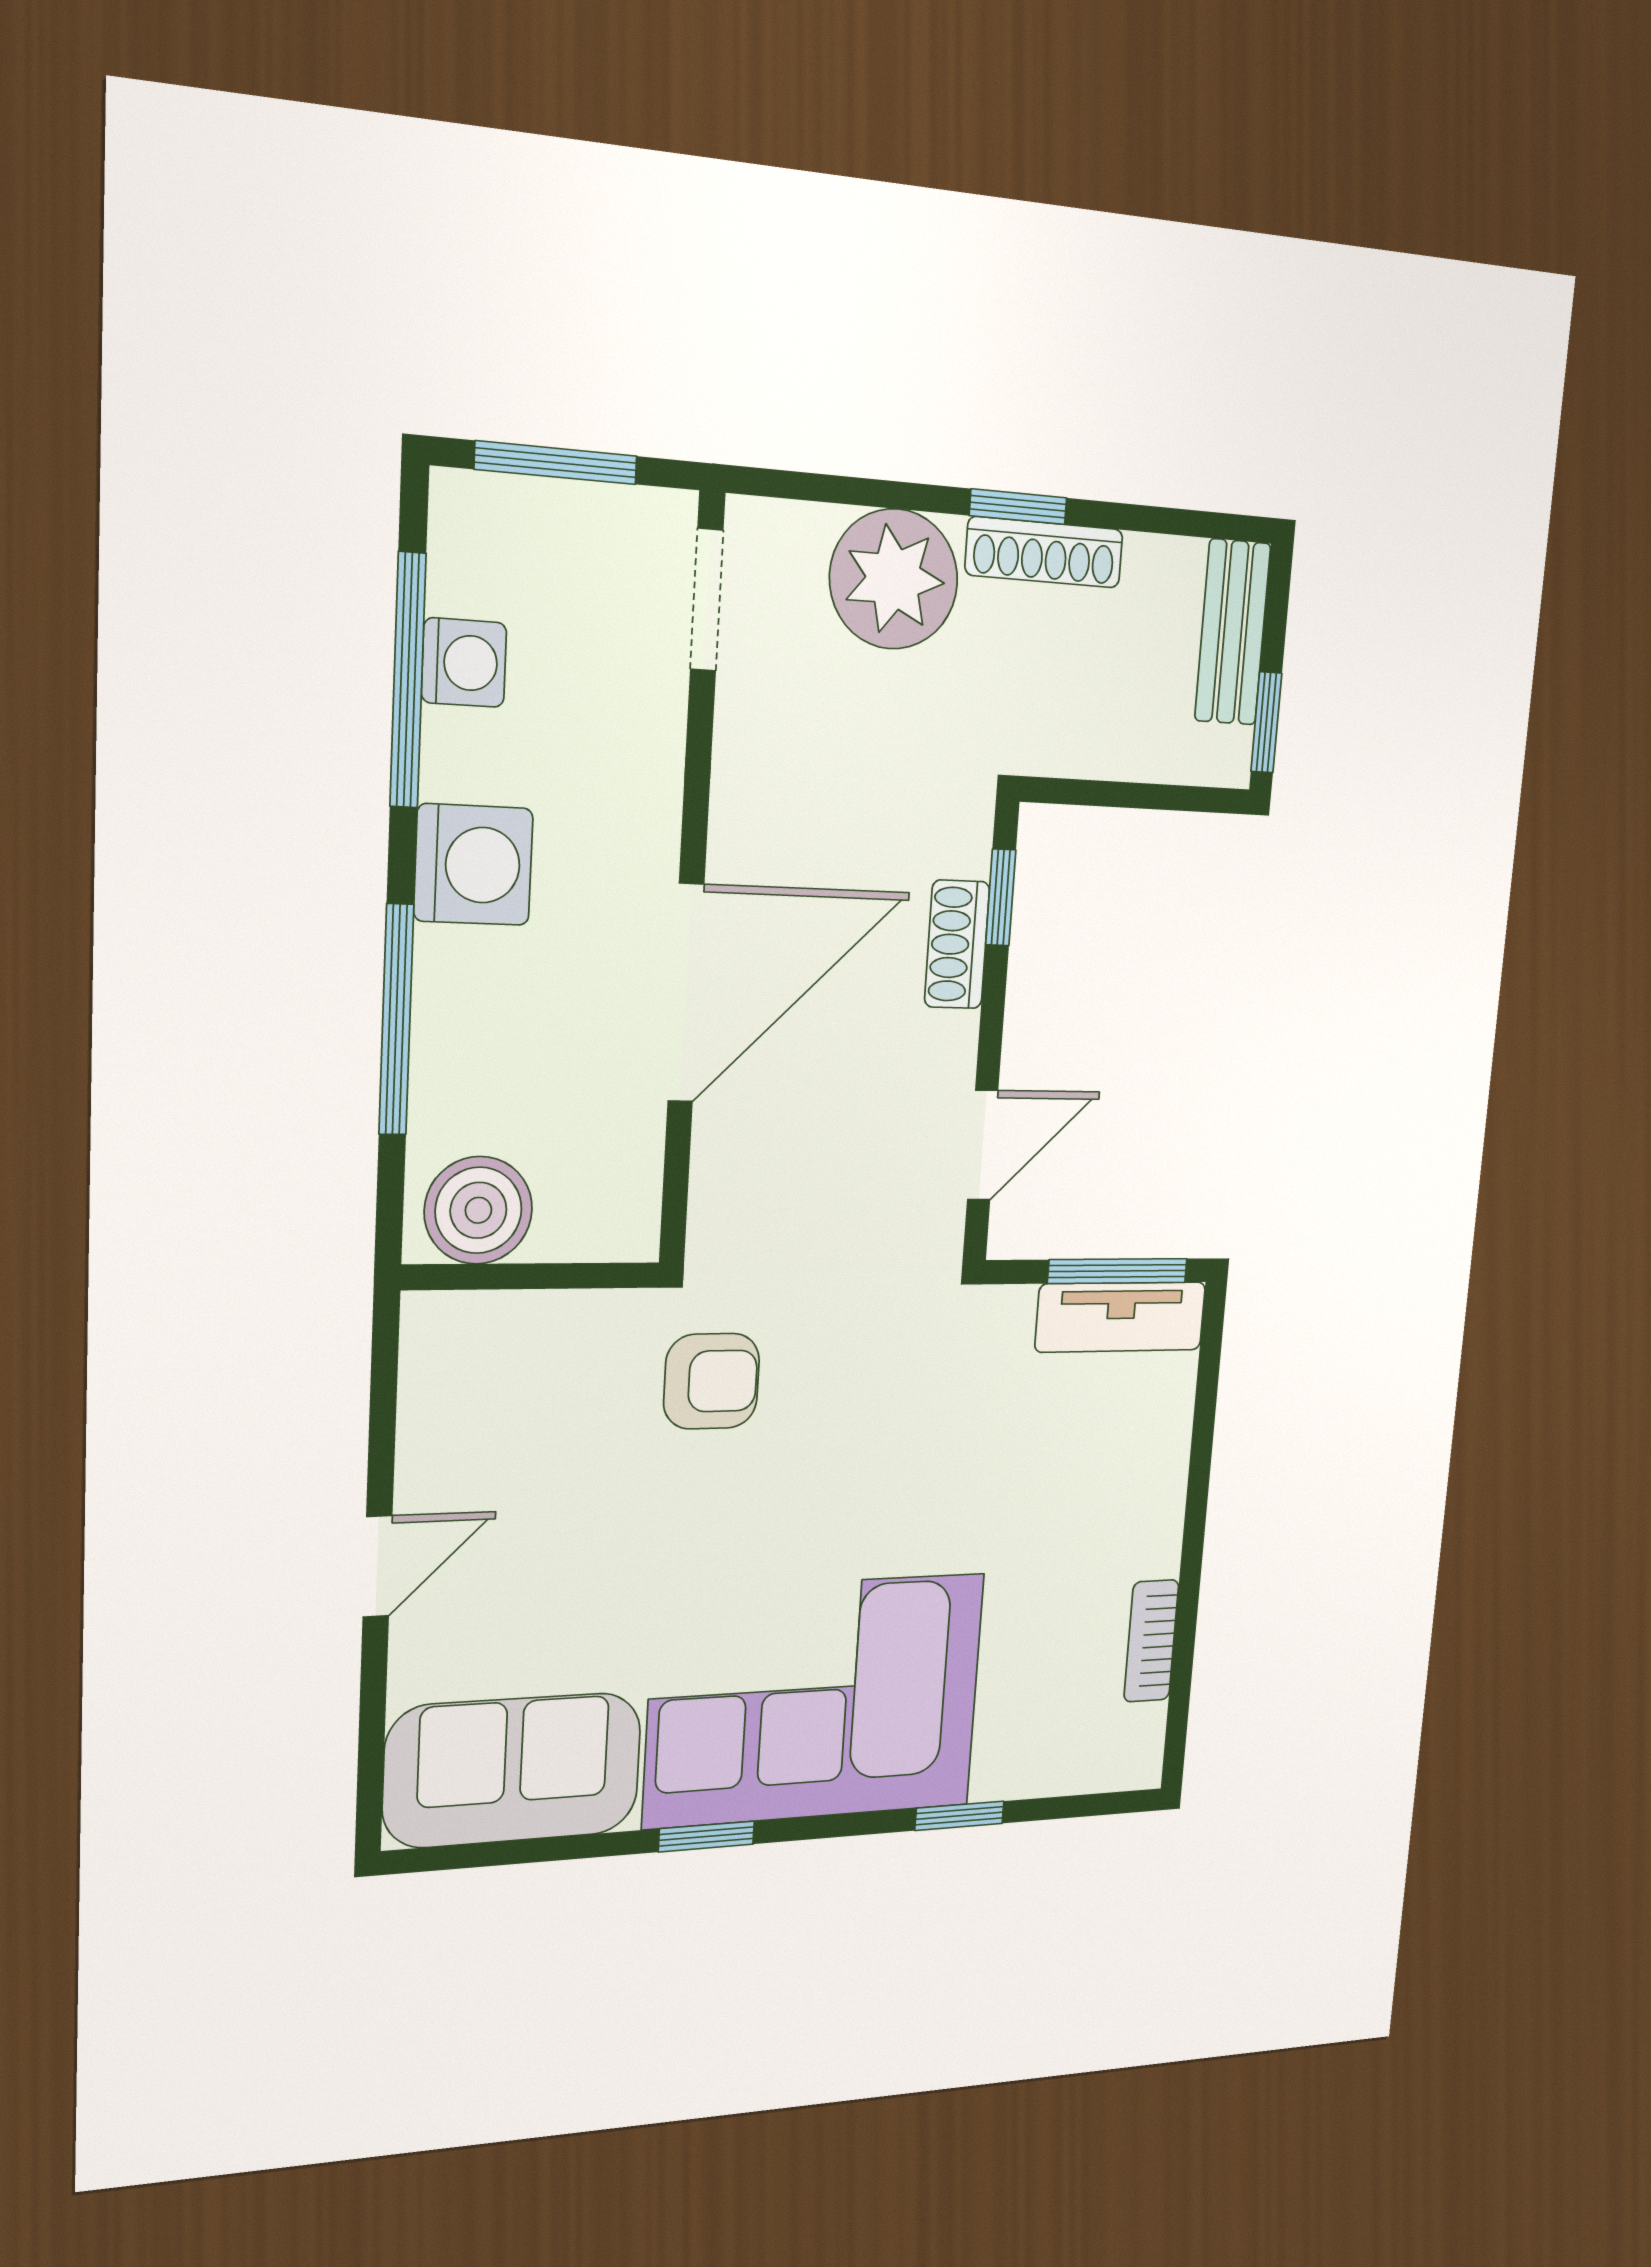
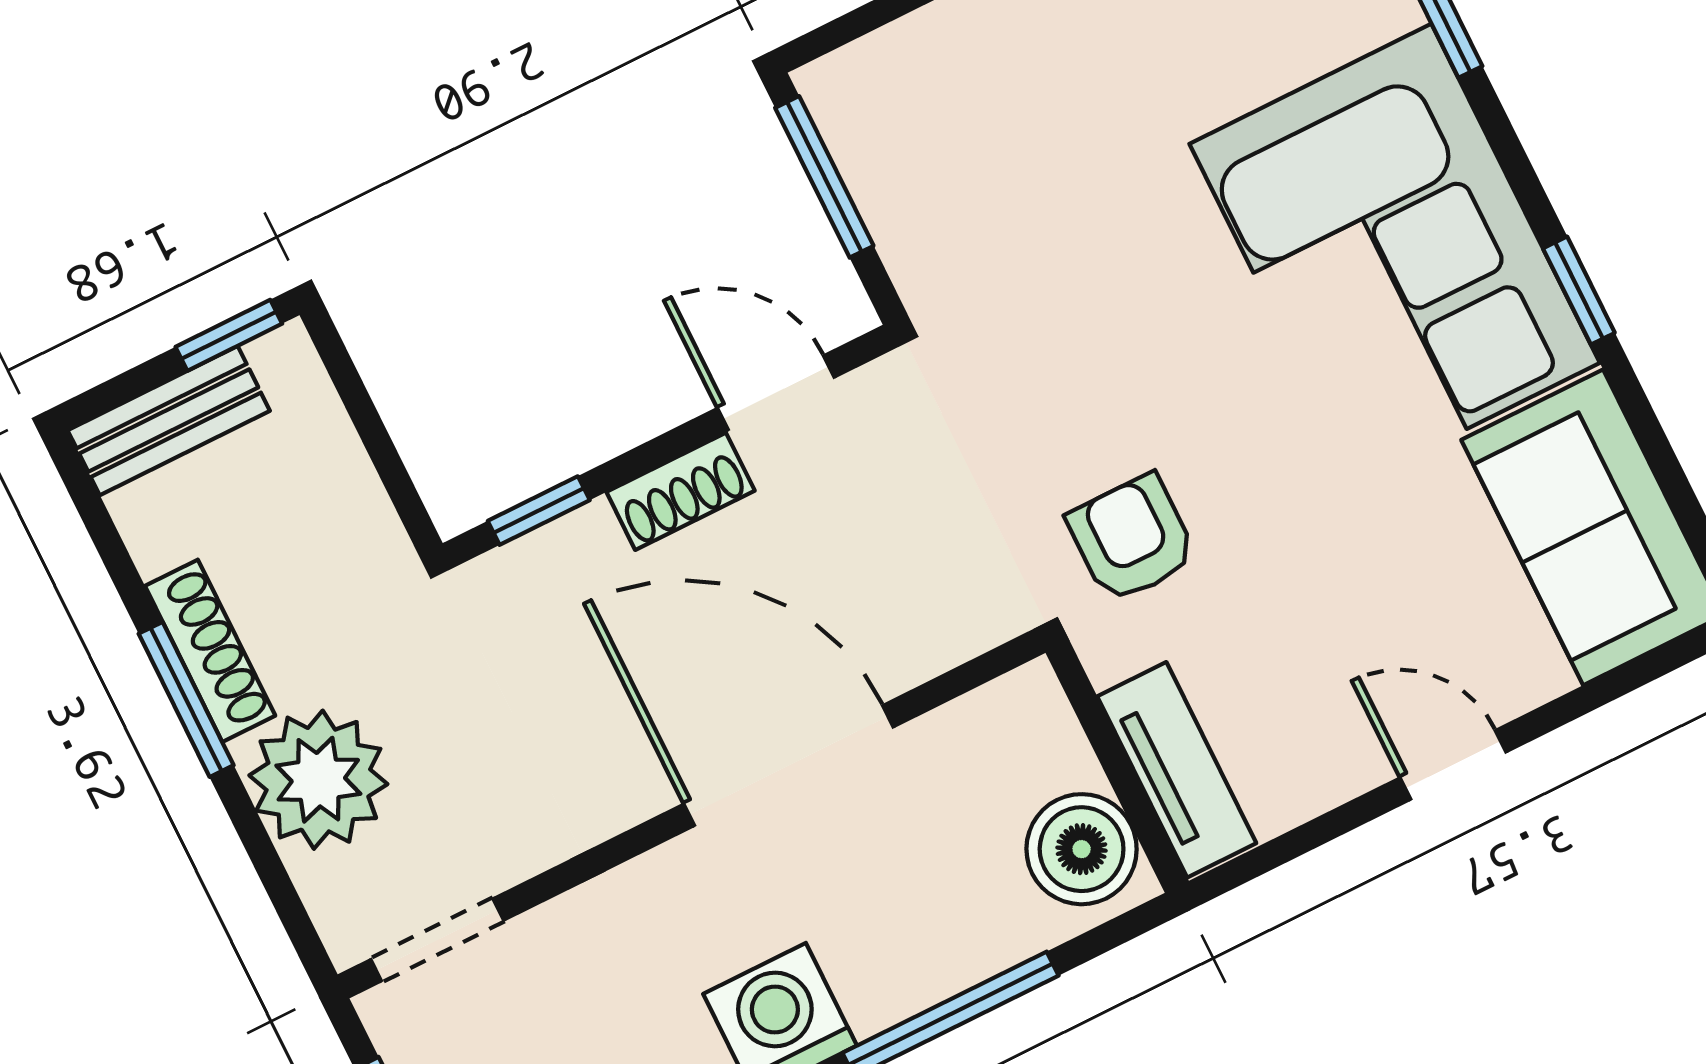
window: (1018, 507) -> (186, 699), width x1.50
shoe rack: (957, 944) -> (681, 491), moved
tv unit: (1121, 1317) -> (1177, 770), moved

